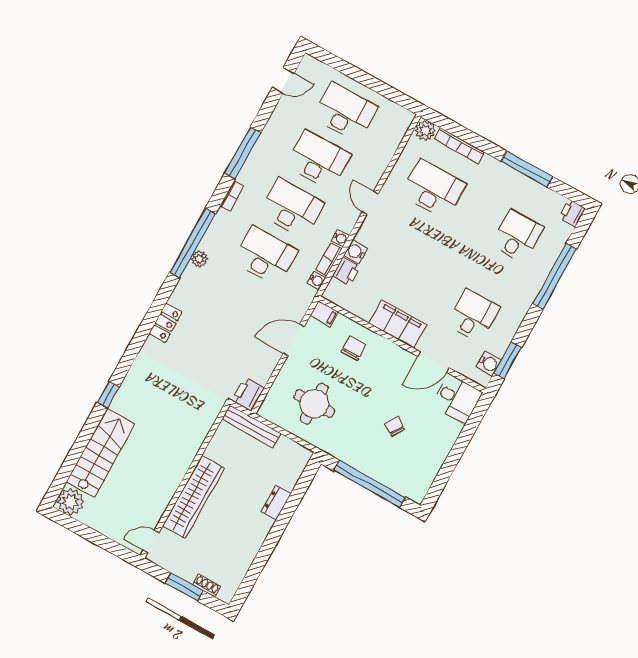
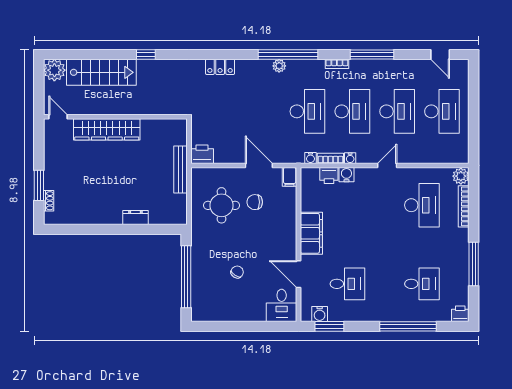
chair: (353, 348) -> (255, 202), moved, turned 180
wall: (185, 480) -> (115, 117), moved
wardrobe: (193, 497) -> (107, 129), moved
door: (151, 542) -> (58, 117), moved

